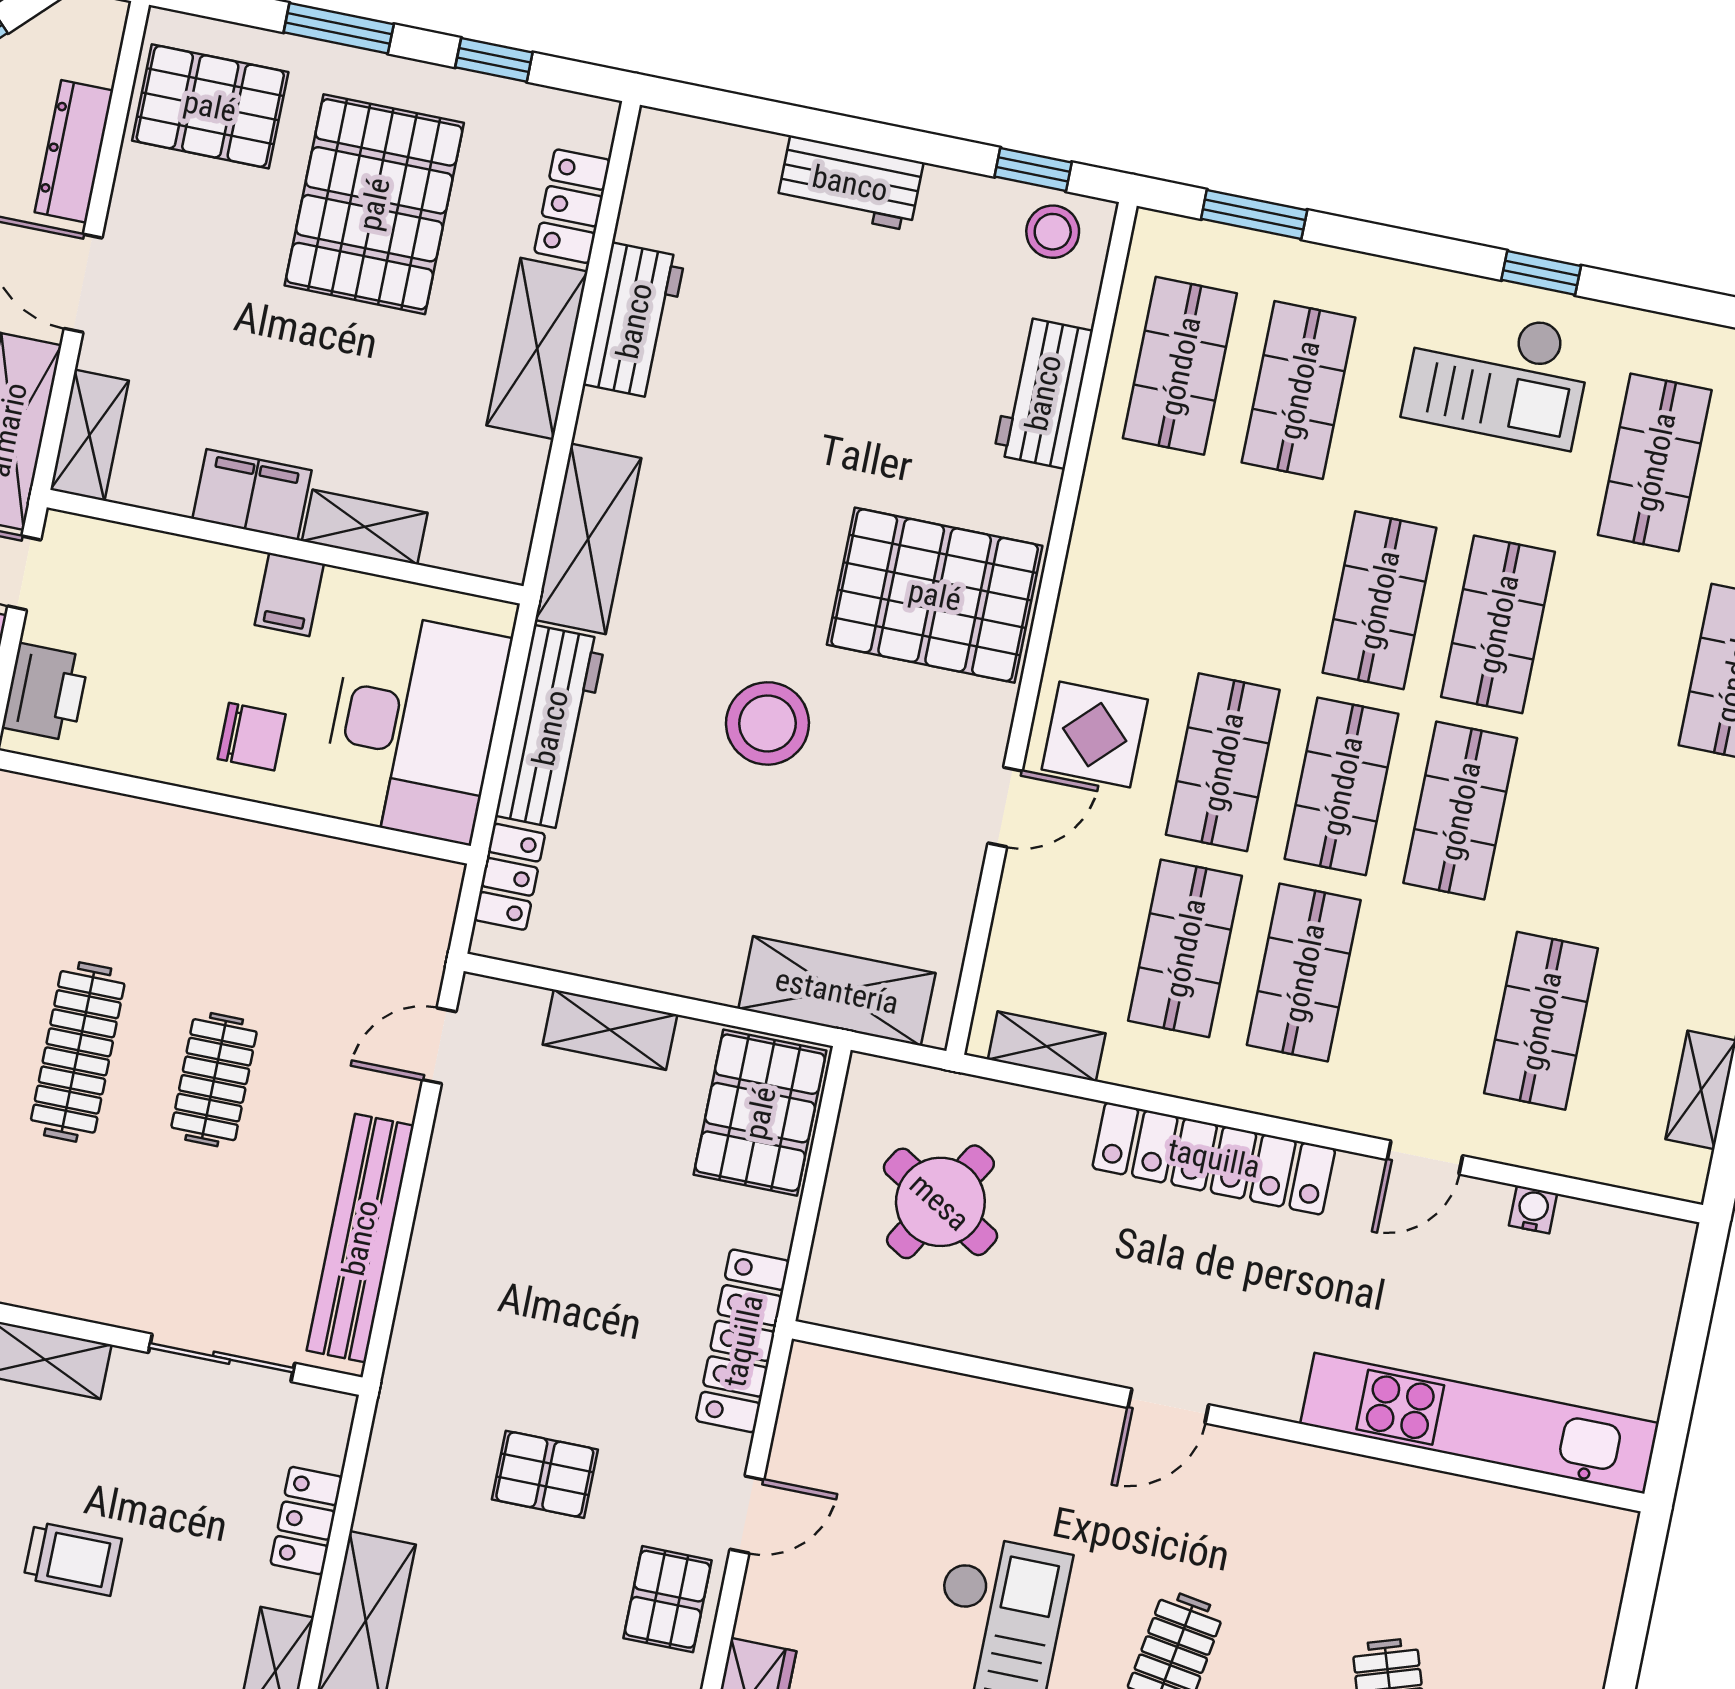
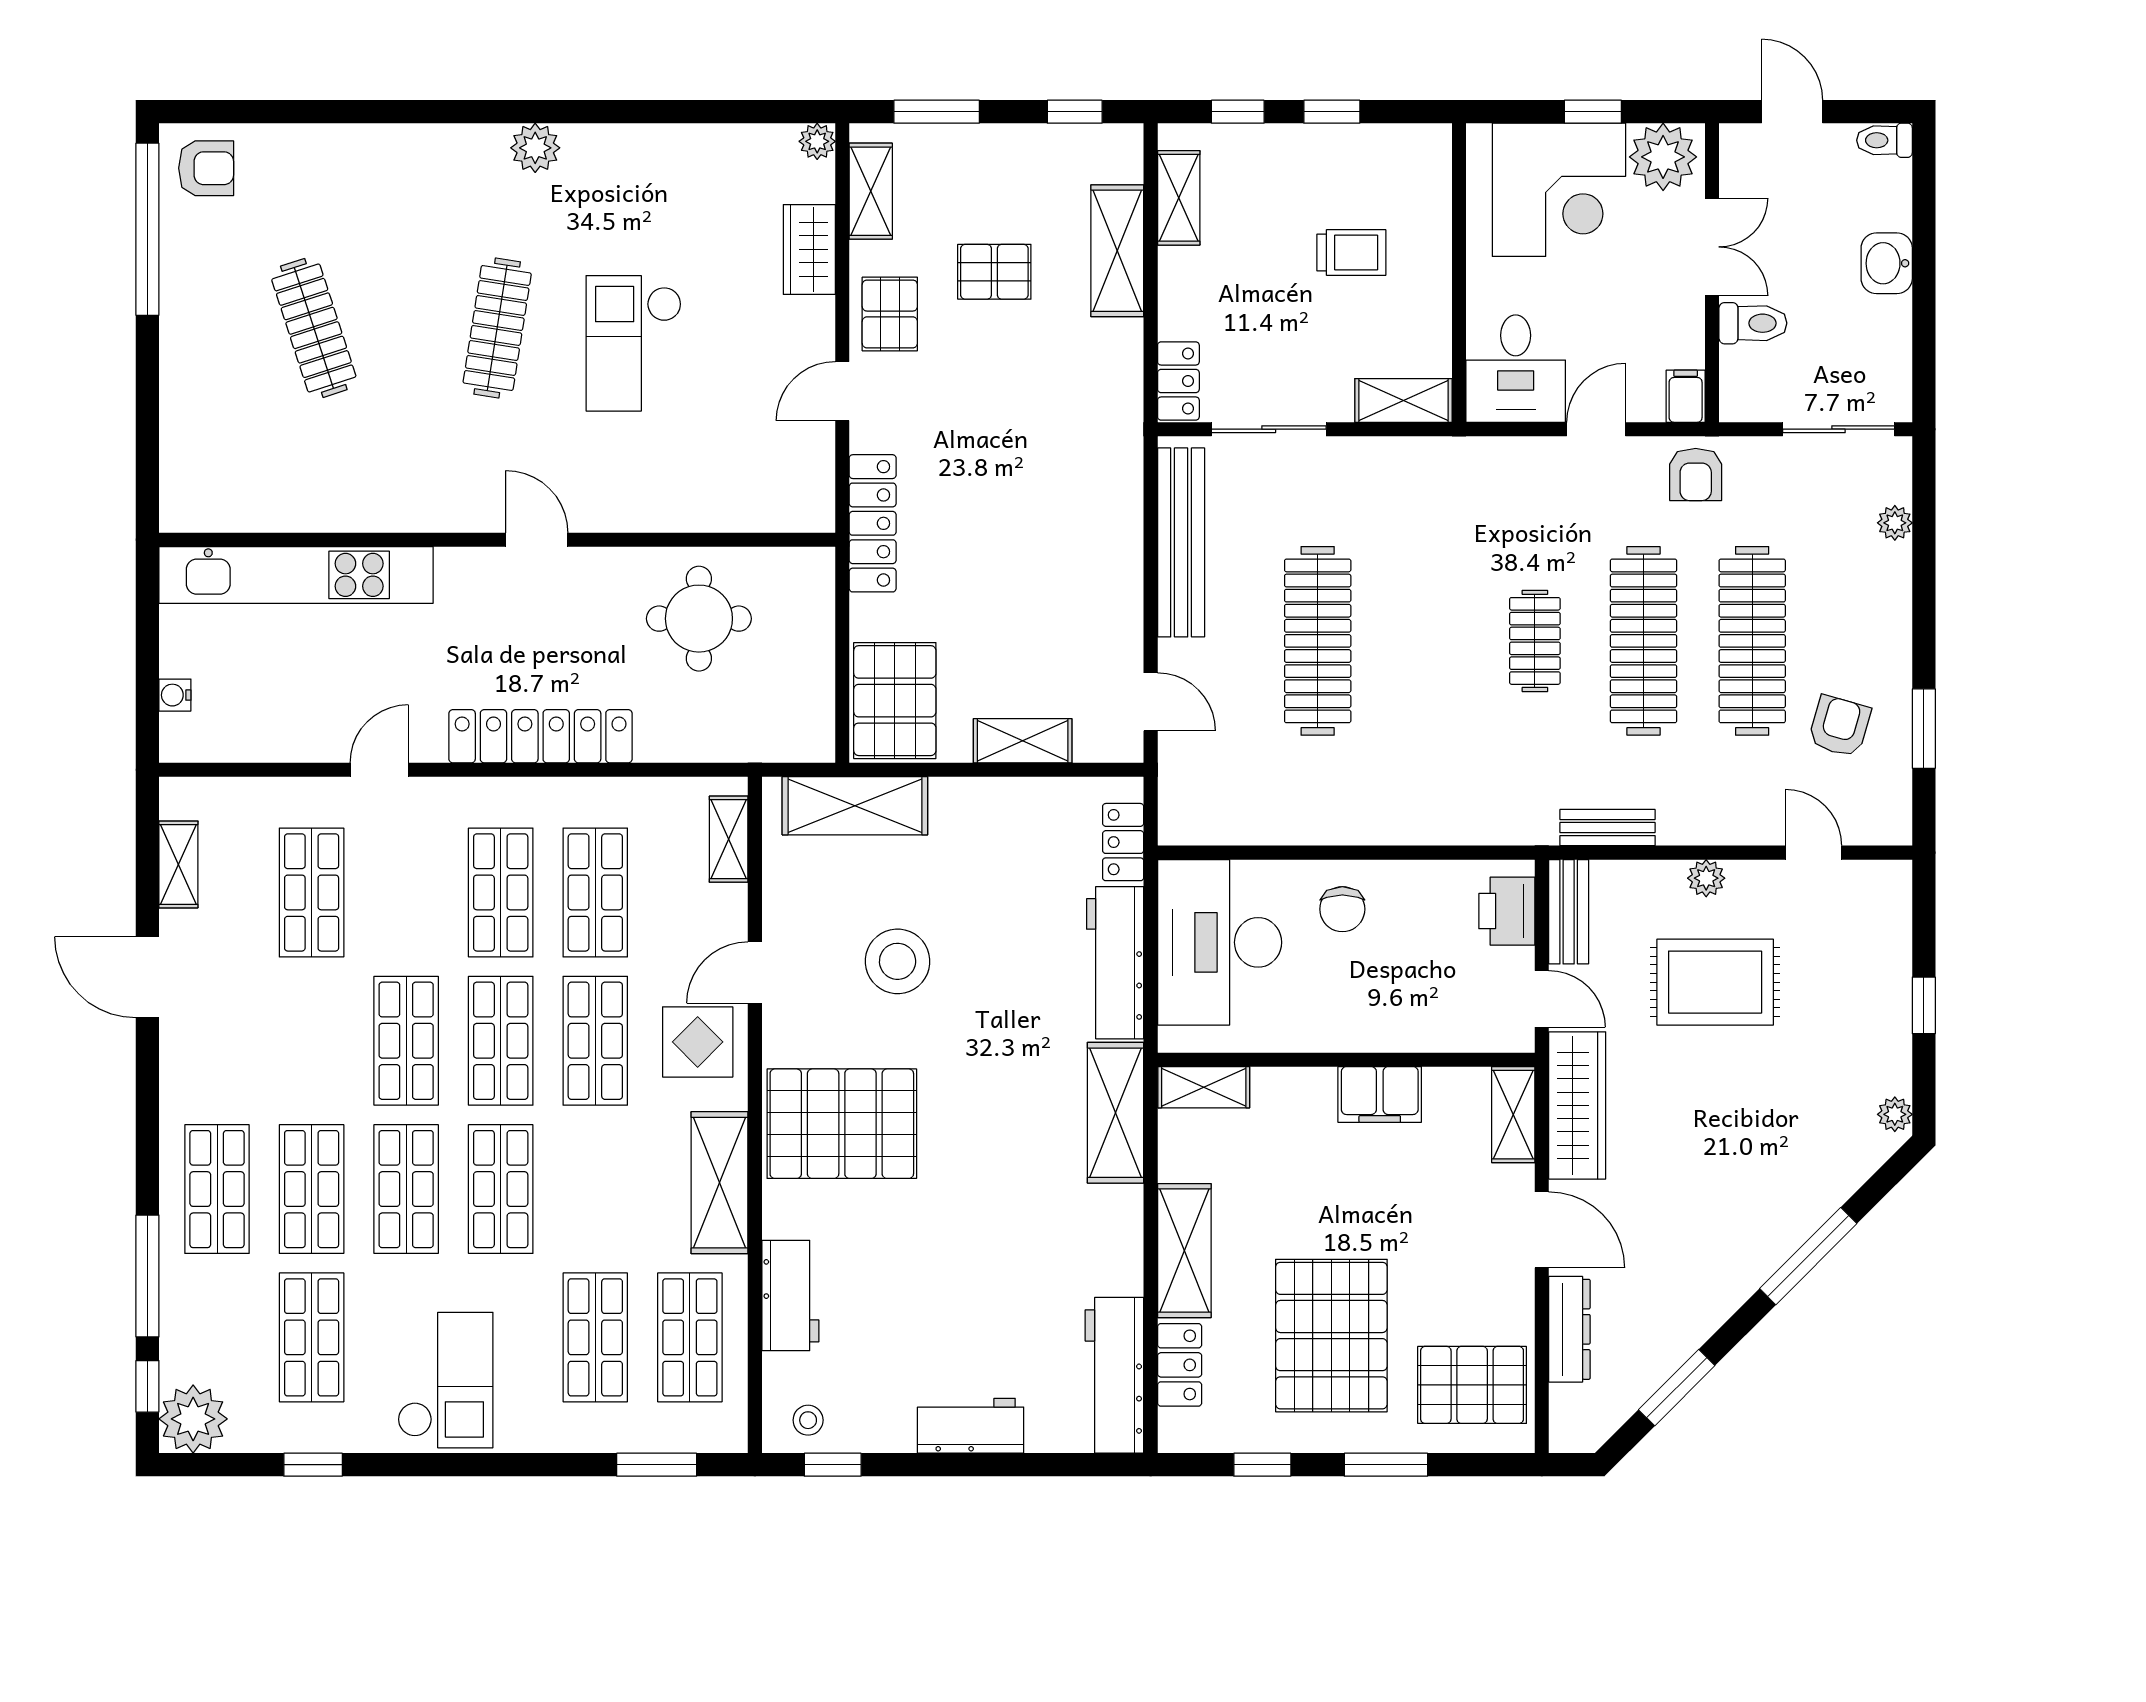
stool: (1053, 232) -> (808, 1420), width x0.73, depth x0.73
window: (1541, 273) -> (313, 1465), moved
workbench: (634, 321) -> (1114, 1375), moved, width x1.38
checkout: (1498, 375) -> (445, 1380), turned 90
shelving: (365, 527) -> (1204, 1087), moved
shelving: (1103, 552) -> (720, 1183), added
filing cabinet: (289, 594) -> (1336, 1024), removed
shop shelf: (1617, 649) -> (312, 1189), added
stool: (767, 723) -> (898, 961), moved
chair: (252, 737) -> (1342, 909), turned -90
door: (439, 1046) -> (1151, 702), hinge flipped
shelving: (1047, 1046) -> (729, 839), moved, turned 90
clothes rail: (78, 1052) -> (1426, 641), removed
clothes rail: (214, 1080) -> (1318, 641), width x1.86, depth x1.31
round table: (940, 1202) -> (699, 619), moved, turned -31
water cooler: (1533, 1210) -> (175, 695), moved, turned 90
door: (1168, 1406) -> (537, 540), hinge flipped
pallet: (545, 1474) -> (994, 272), moved
locker: (306, 1521) -> (1178, 381), moved
trolley: (73, 1559) -> (1351, 252), turned 180

